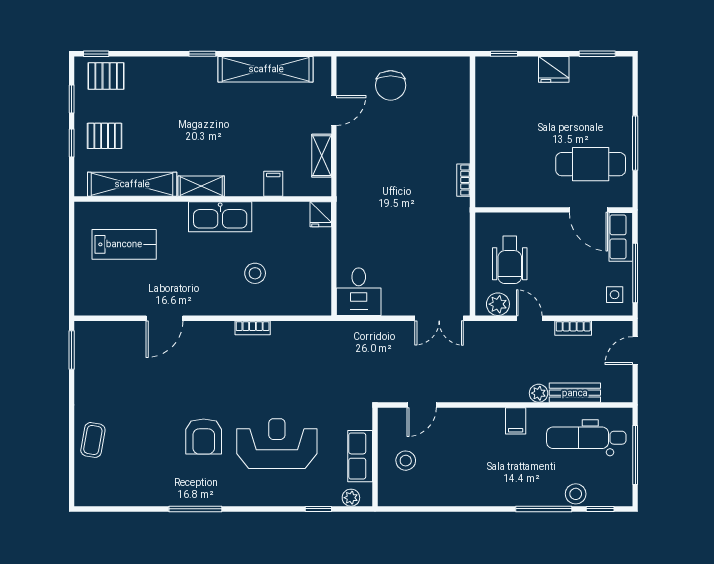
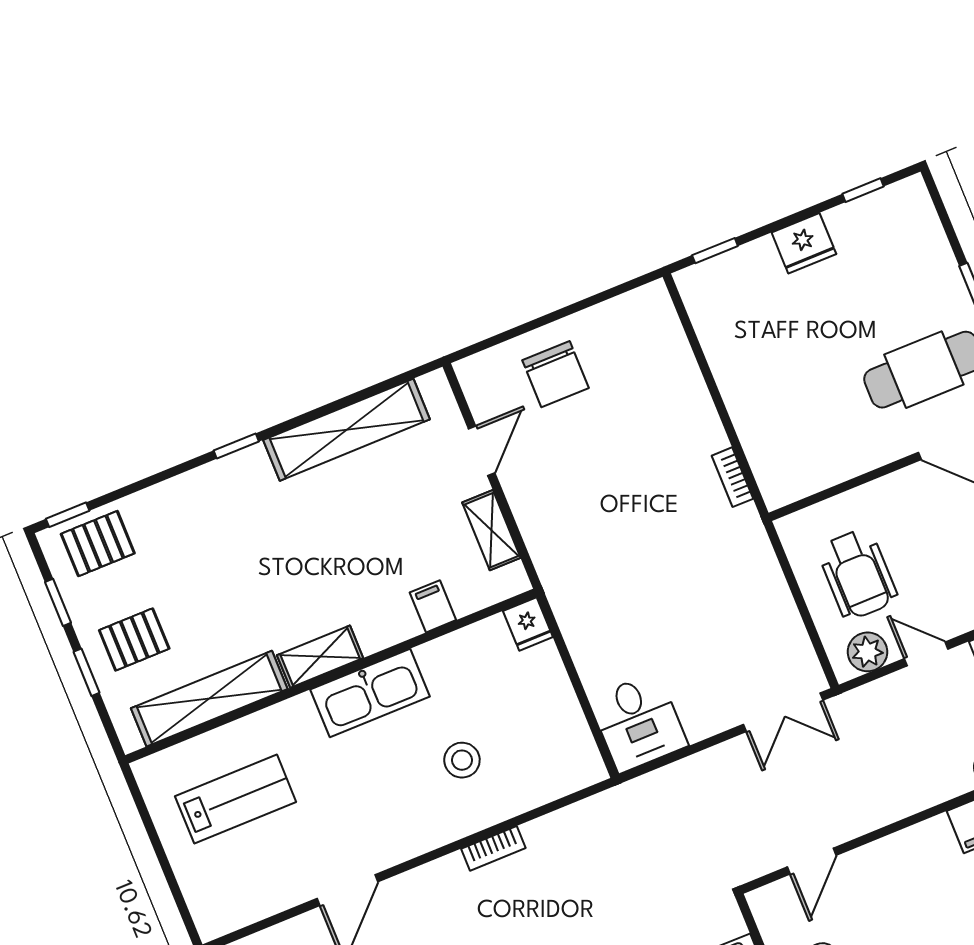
window: (597, 54) -> (863, 190), width x0.67

